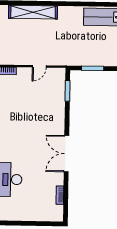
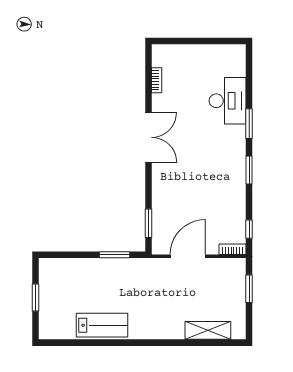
shelving: (33, 12) -> (208, 330), width x0.68
door: (39, 66) -> (188, 256), width x1.87

